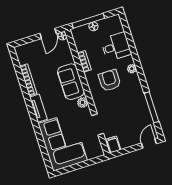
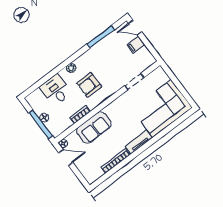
sofa: (71, 82) -> (94, 128), moved
plant: (82, 103) -> (119, 103), removed
filing cabinet: (113, 144) -> (136, 45), moved

